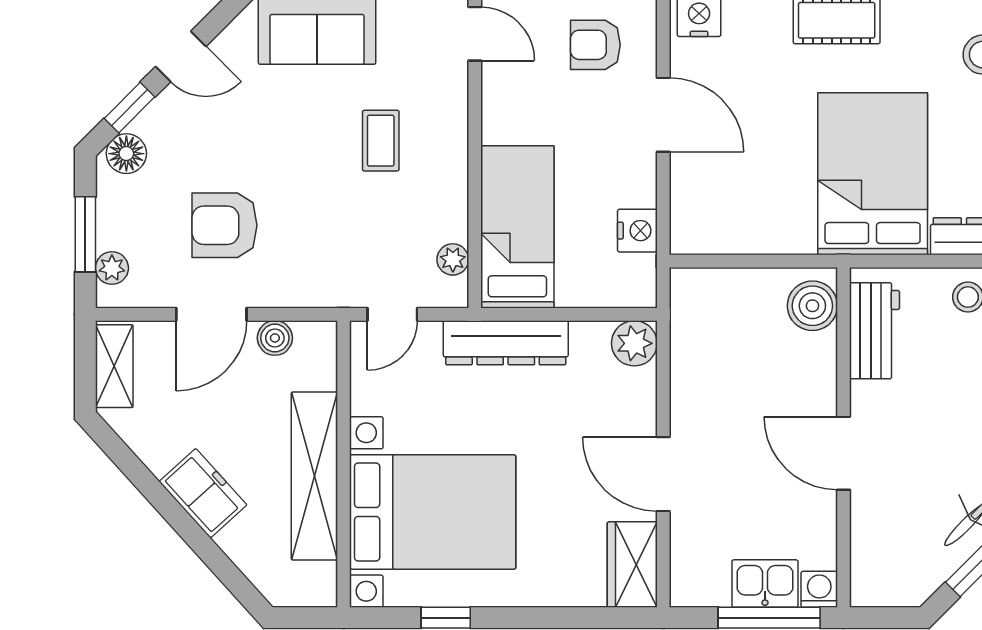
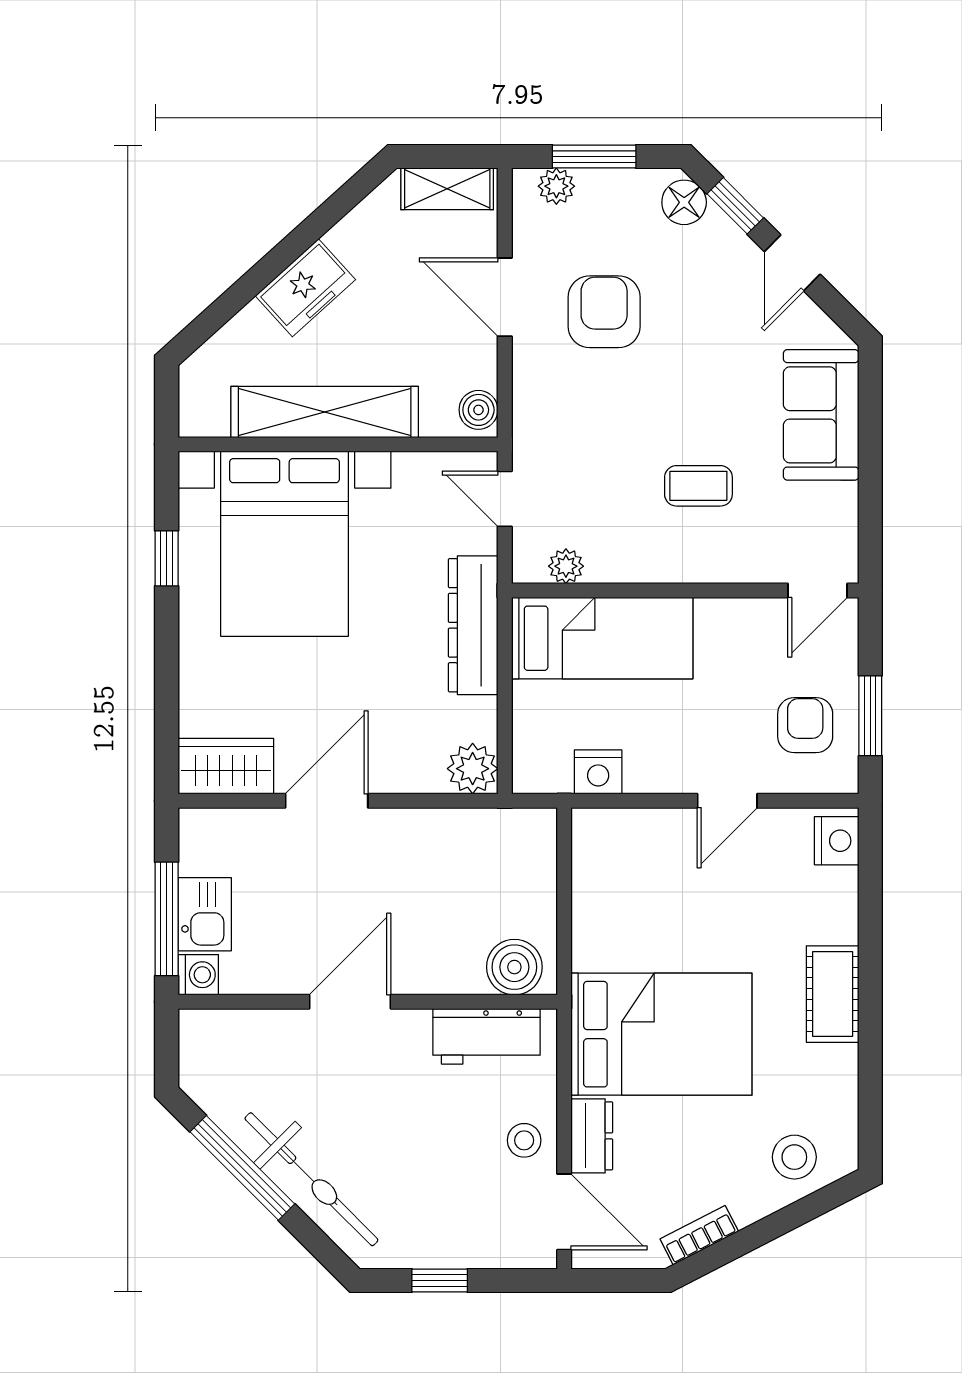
door: (663, 115) -> (727, 801), width x0.73
boiler: (275, 338) -> (478, 410), moved

